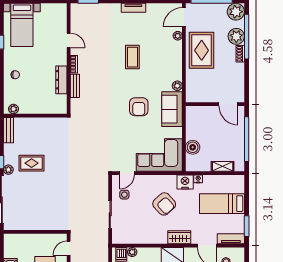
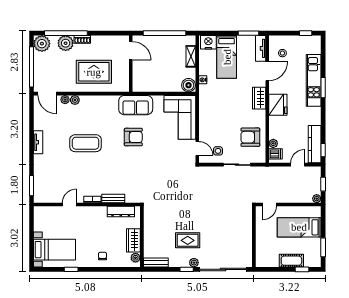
rug: (202, 50) -> (94, 72), moved
coffee table: (132, 57) -> (86, 143), width x1.36, depth x1.32
dresser: (61, 80) -> (121, 211), moved
plant: (177, 86) -> (75, 100), moved
door: (228, 104) -> (131, 51), hinge flipped
wardrobe: (31, 107) -> (133, 240), added
boiler: (193, 147) -> (189, 85), moved
rug: (32, 163) -> (188, 240), turned 90
nightstand: (185, 182) -> (208, 42), moved, turned 90
armchair: (164, 204) -> (250, 137), moved, turned -138
door: (69, 248) -> (270, 205), hinge flipped

